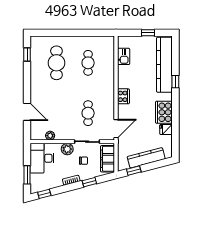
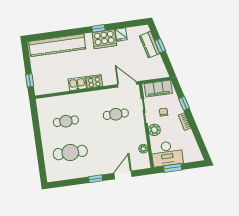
window: (148, 33) -> (30, 80), moved
window: (27, 55) -> (96, 179), moved
kitchen sink: (124, 56) -> (77, 84), moved
window: (175, 82) -> (98, 28), moved
kitchen counter: (146, 158) -> (150, 45), width x0.67
window: (134, 171) -> (160, 46), moved
window: (27, 175) -> (173, 168), moved
window: (44, 194) -> (202, 146), removed

